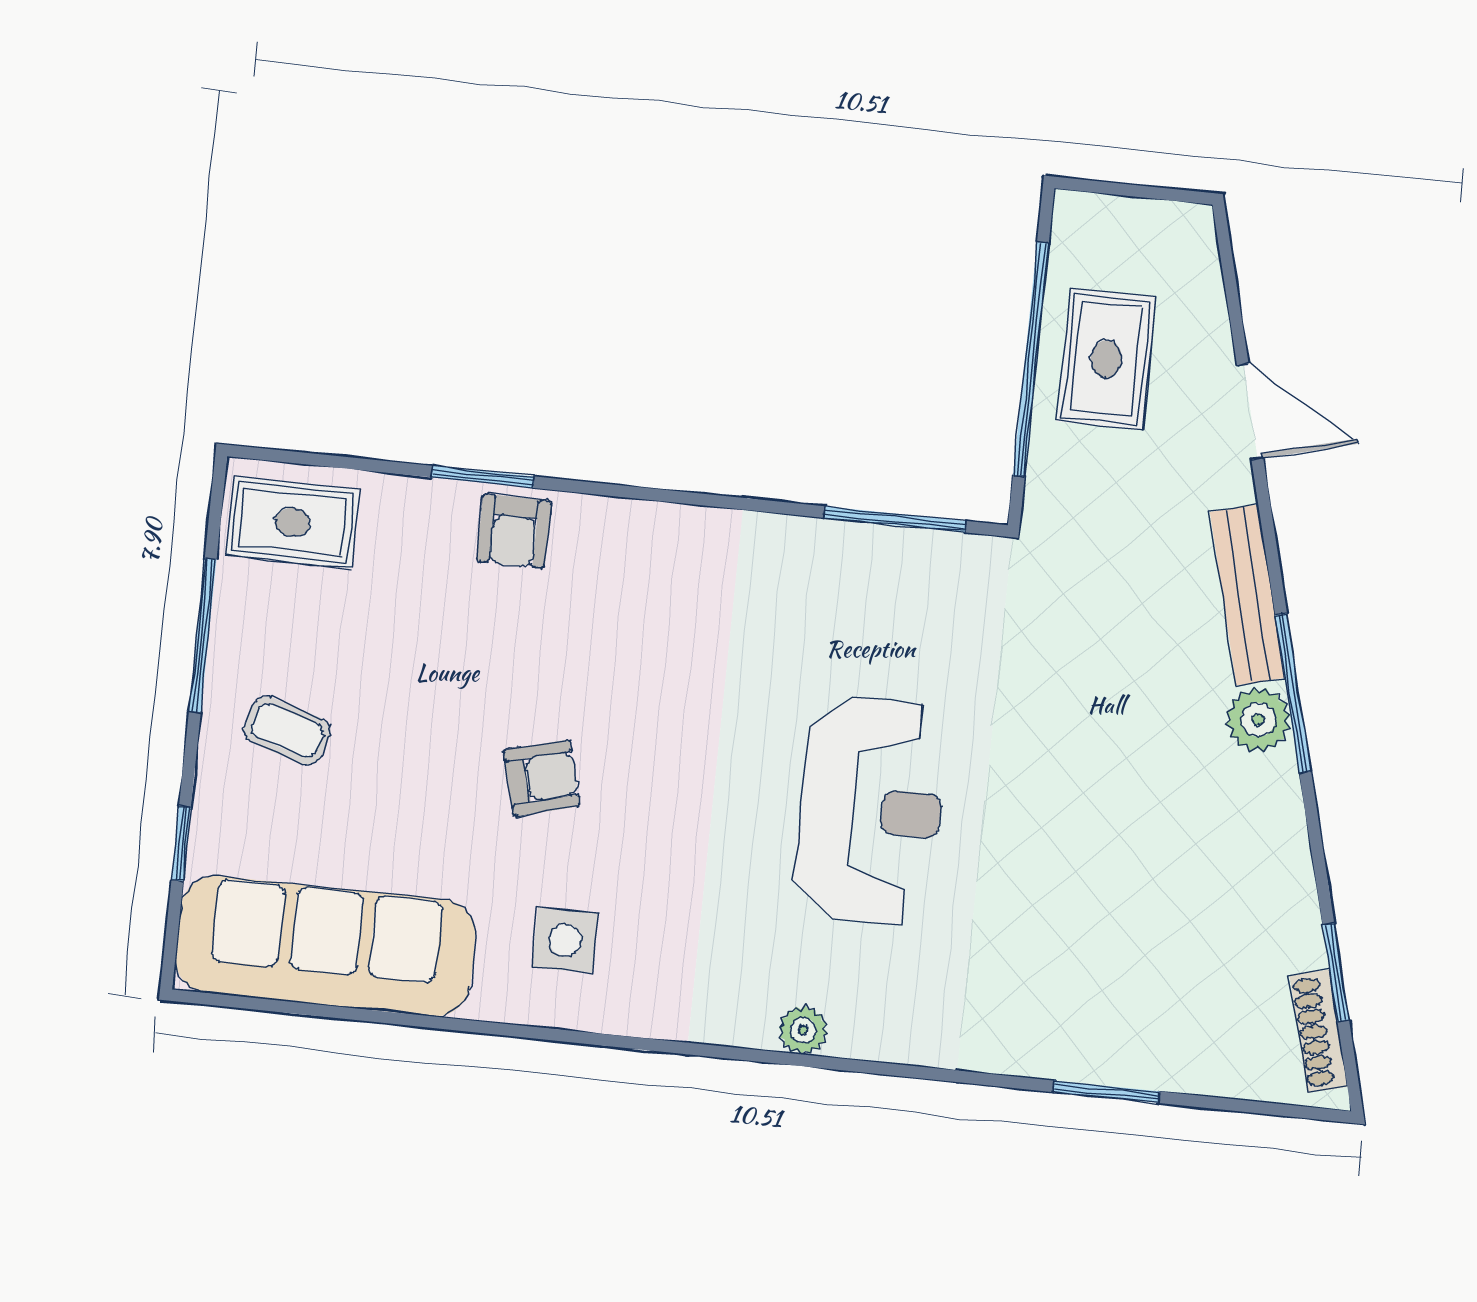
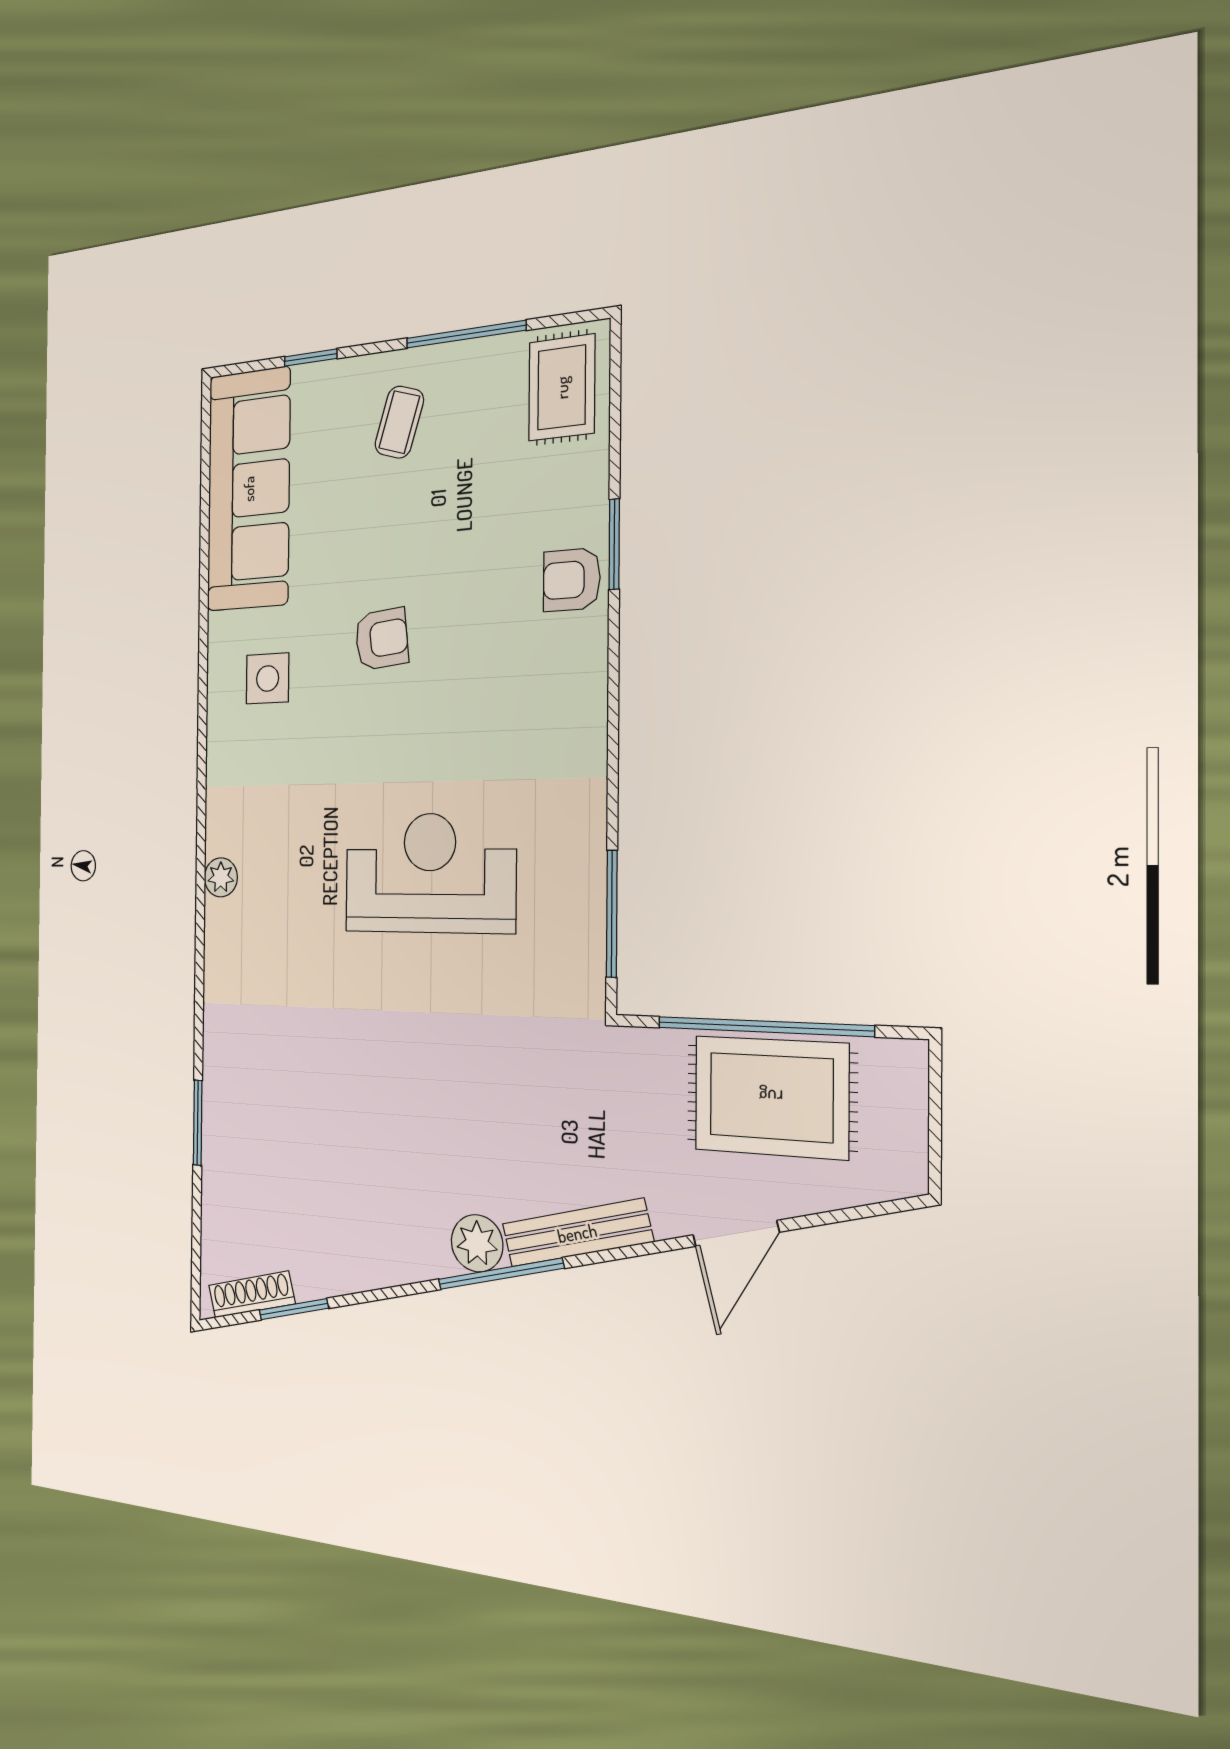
rug: (1106, 359) -> (771, 1097), width x1.36, depth x1.43
armchair: (542, 778) -> (382, 639), turned -81
reception desk: (871, 810) -> (430, 873), moved, turned 180

